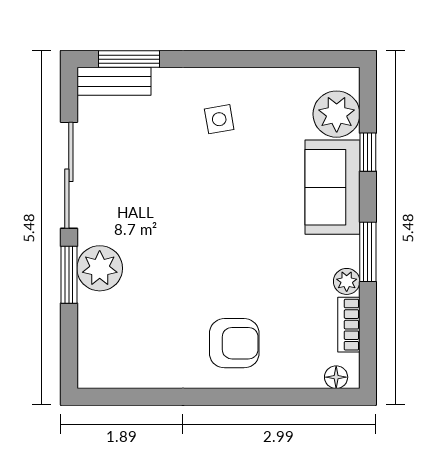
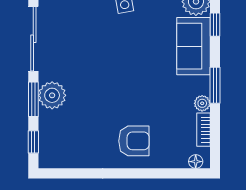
window: (69, 345) -> (33, 142), added

